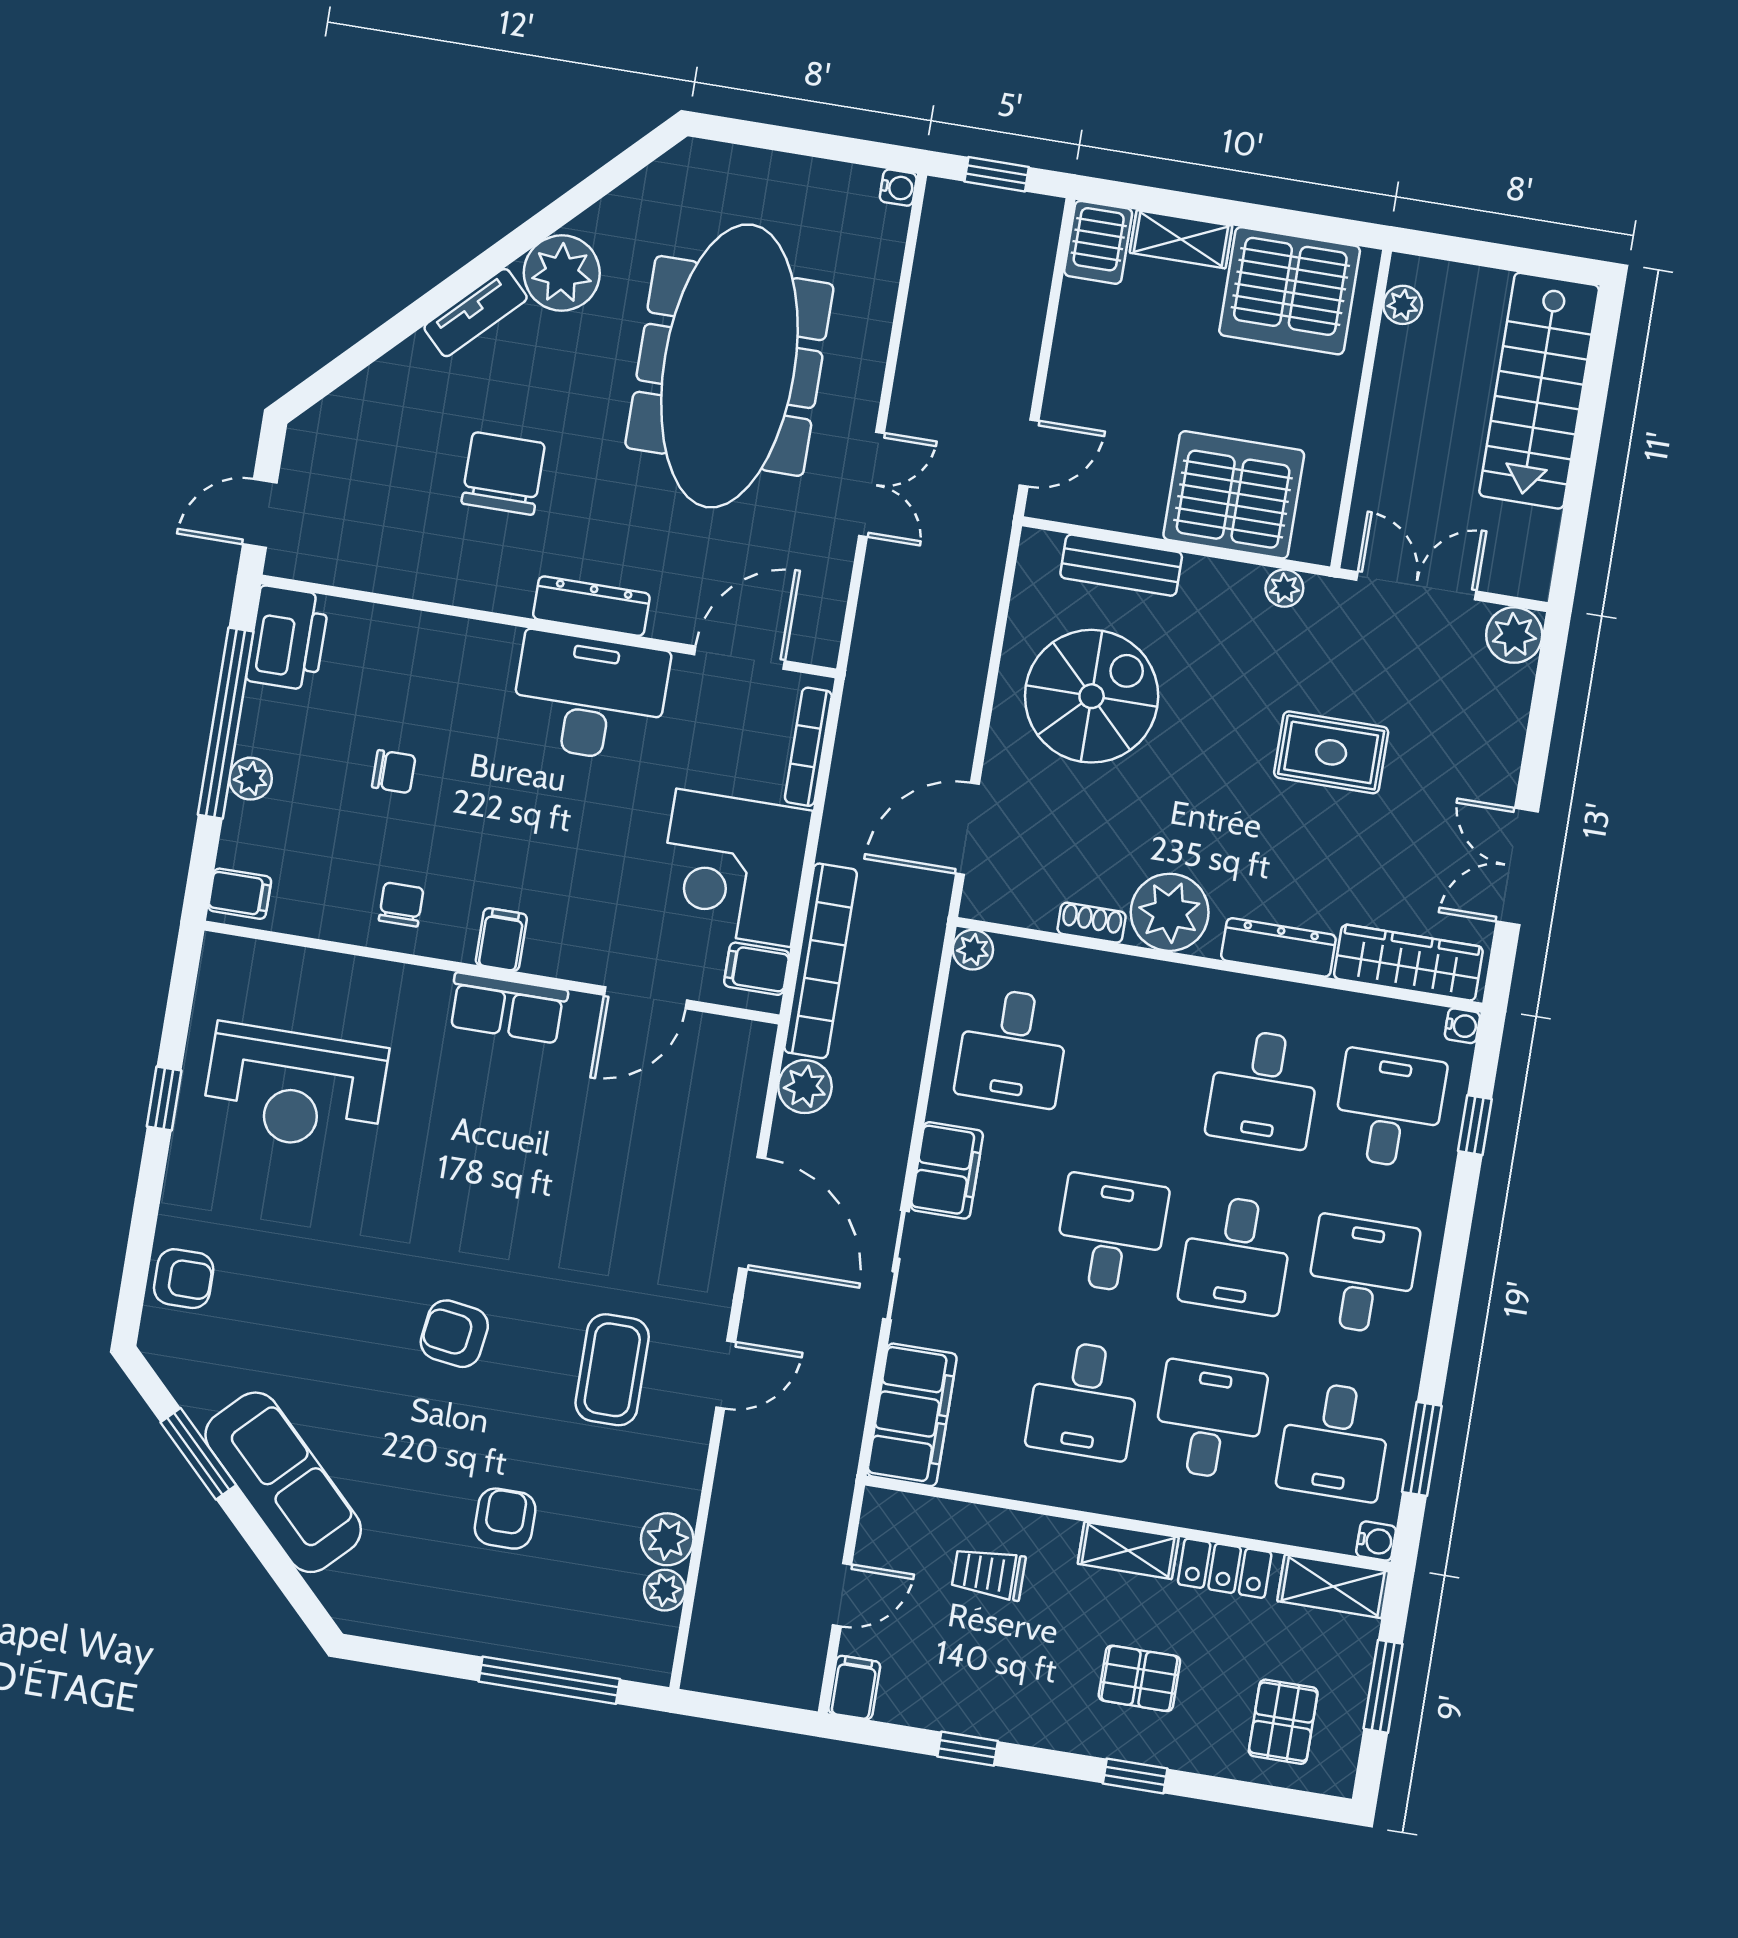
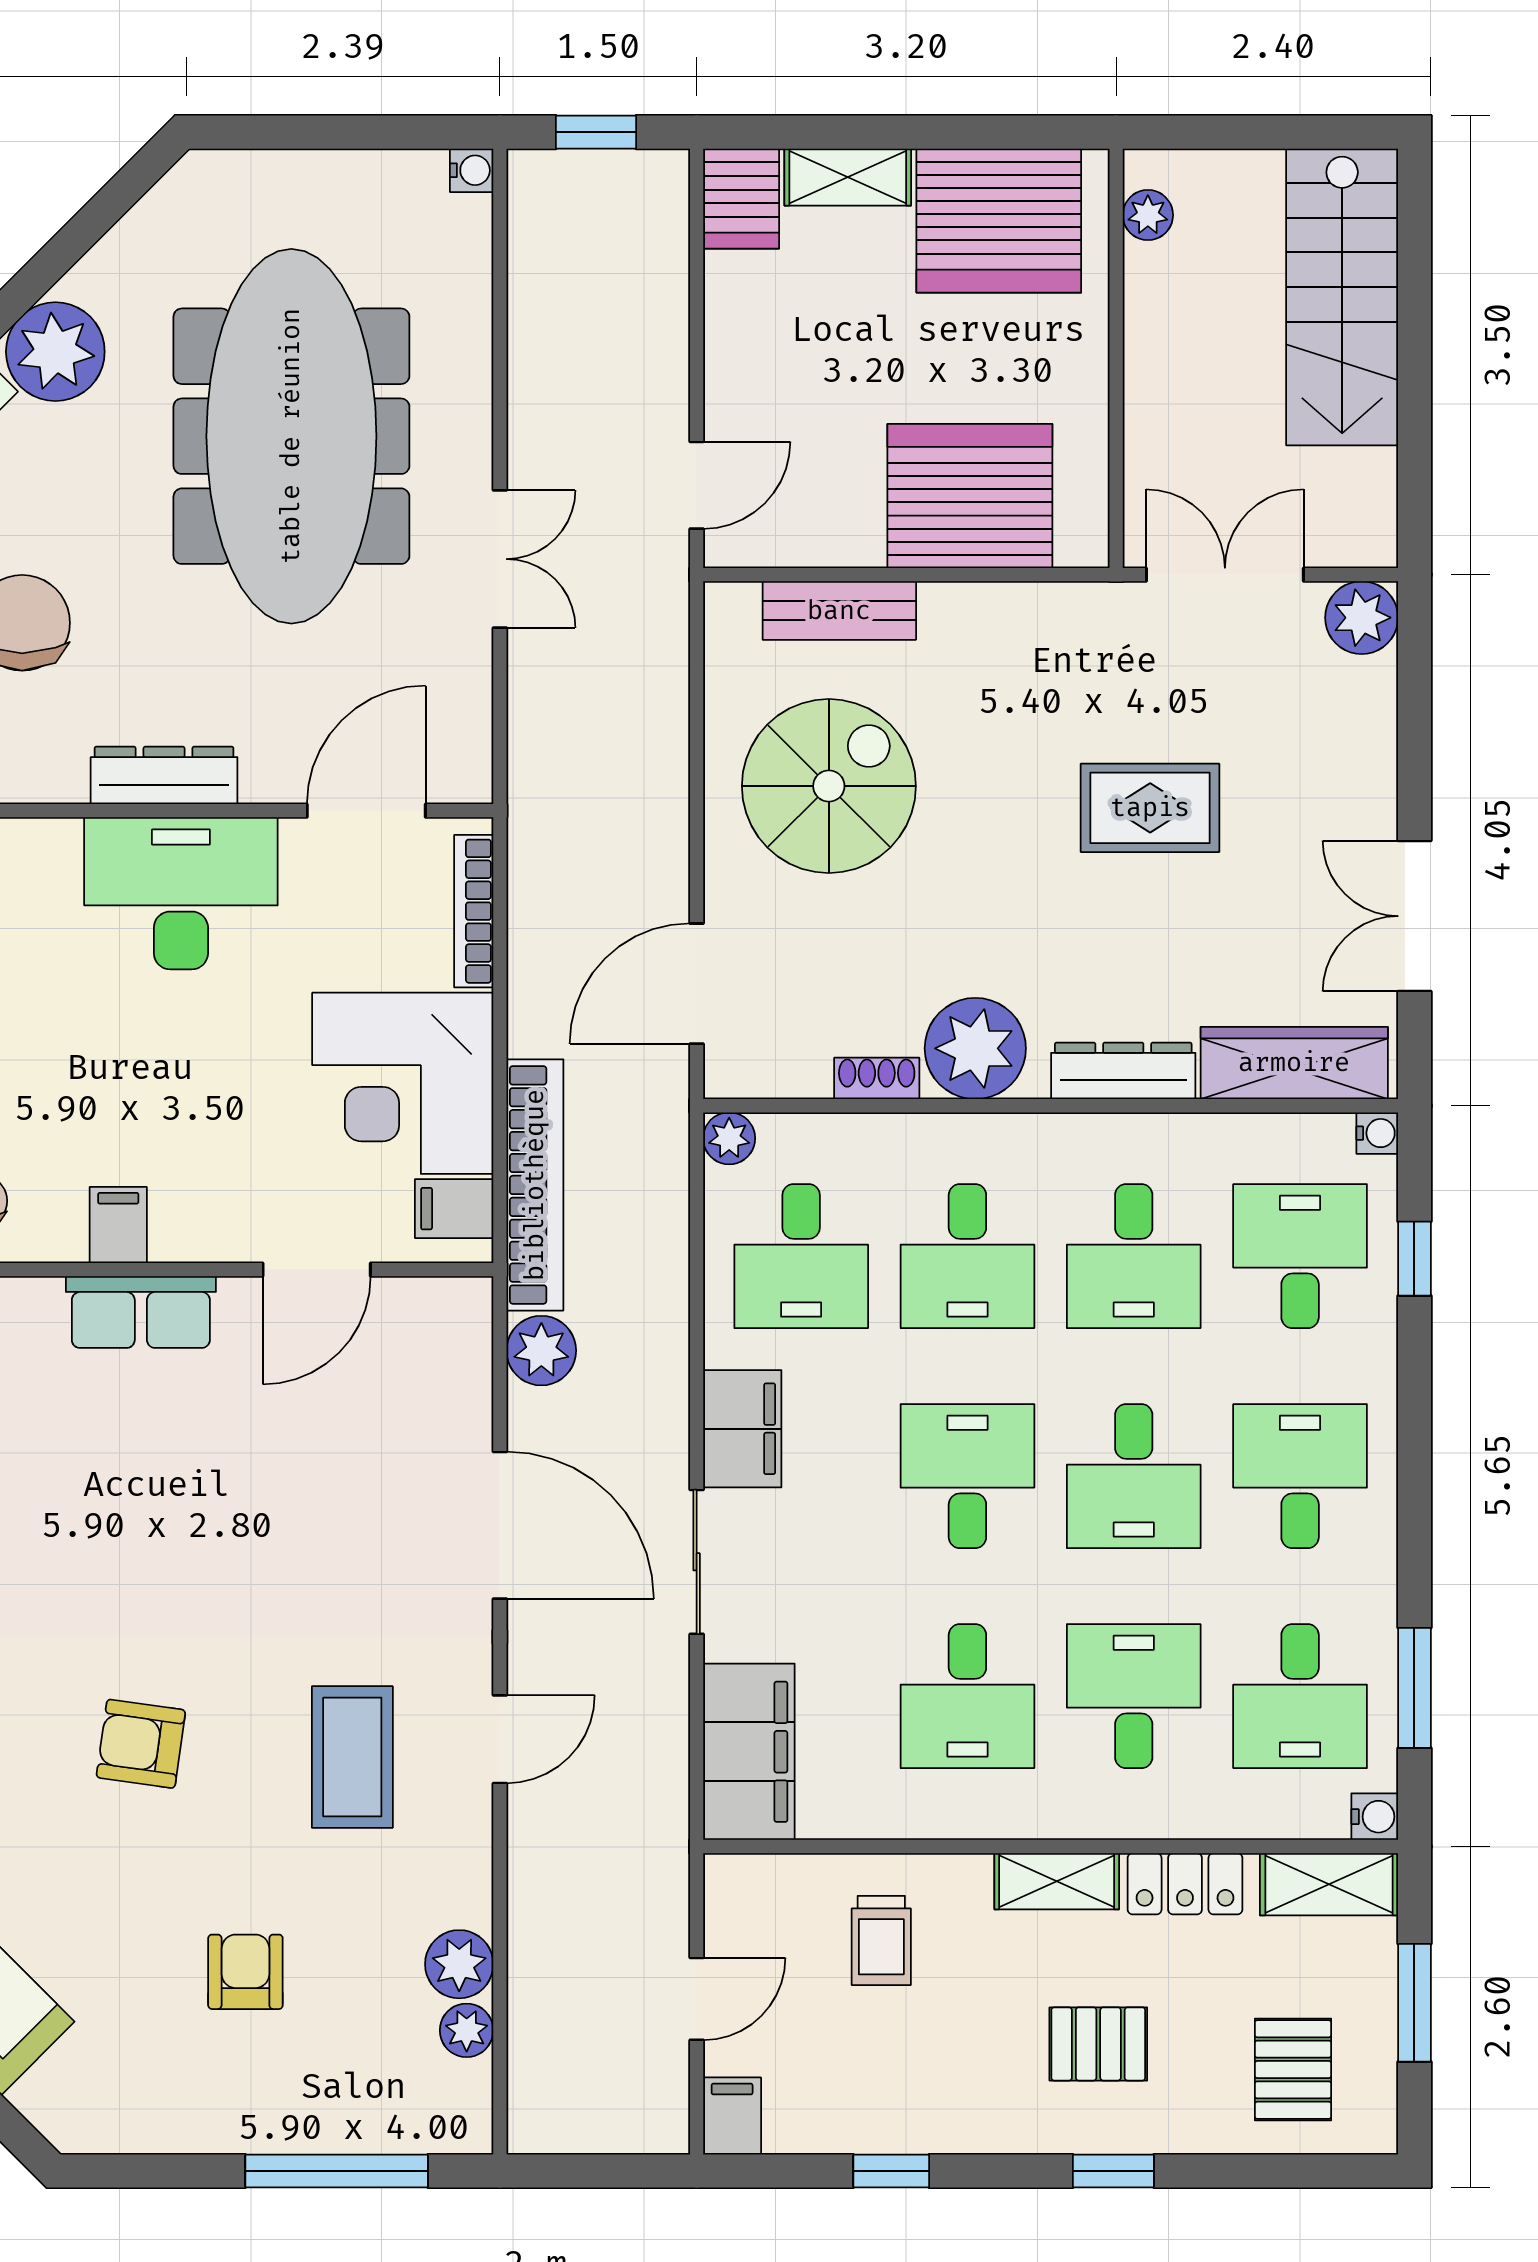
plant: (1284, 588) -> (1055, 606), removed
desk: (1138, 1068) -> (967, 1256), added
trolley: (989, 1573) -> (881, 1940), turned -90

